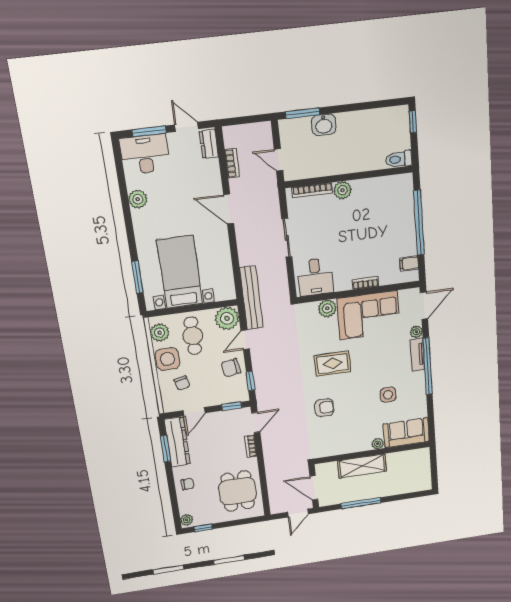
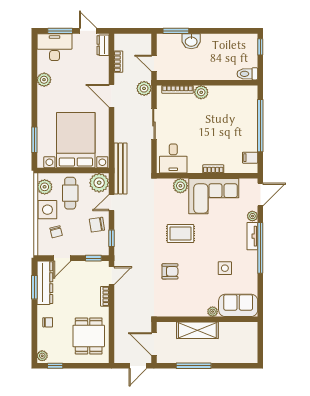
plant: (269, 194) -> (144, 88), added
bed with nightstands: (180, 272) -> (76, 140), width x1.36

